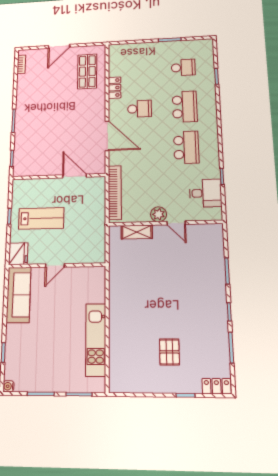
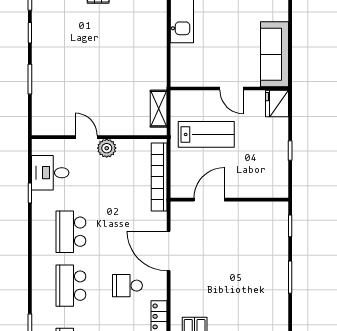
door: (75, 176) -> (209, 200), swing flipped
lab bench: (41, 218) -> (206, 134), moved, turned 180
shelving: (137, 232) -> (159, 109), moved, turned 90
door: (55, 265) -> (232, 89), swing flipped

